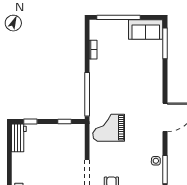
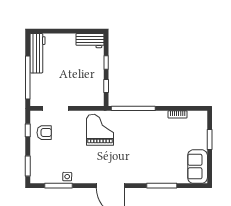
window: (118, 17) -> (210, 139), width x0.47
window: (165, 43) -> (162, 186), moved
window: (30, 122) -> (106, 62), moved

